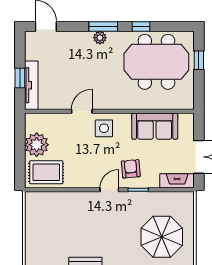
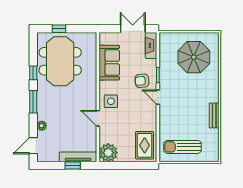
plant: (100, 38) -> (42, 126), moved
plant: (37, 145) -> (108, 153), moved
sun lounger: (44, 222) -> (183, 147), added

